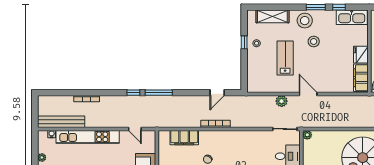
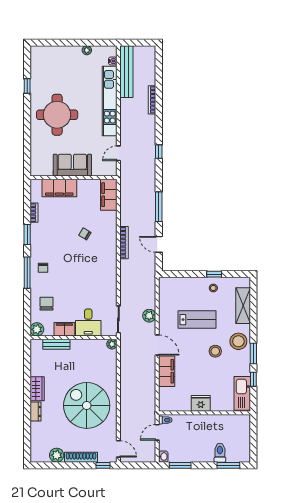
filing cabinet: (361, 78) -> (167, 371), moved, turned 90
window: (159, 93) -> (159, 207), moved
door: (308, 94) -> (157, 345), hinge flipped
filing cabinet: (184, 138) -> (109, 195), moved

